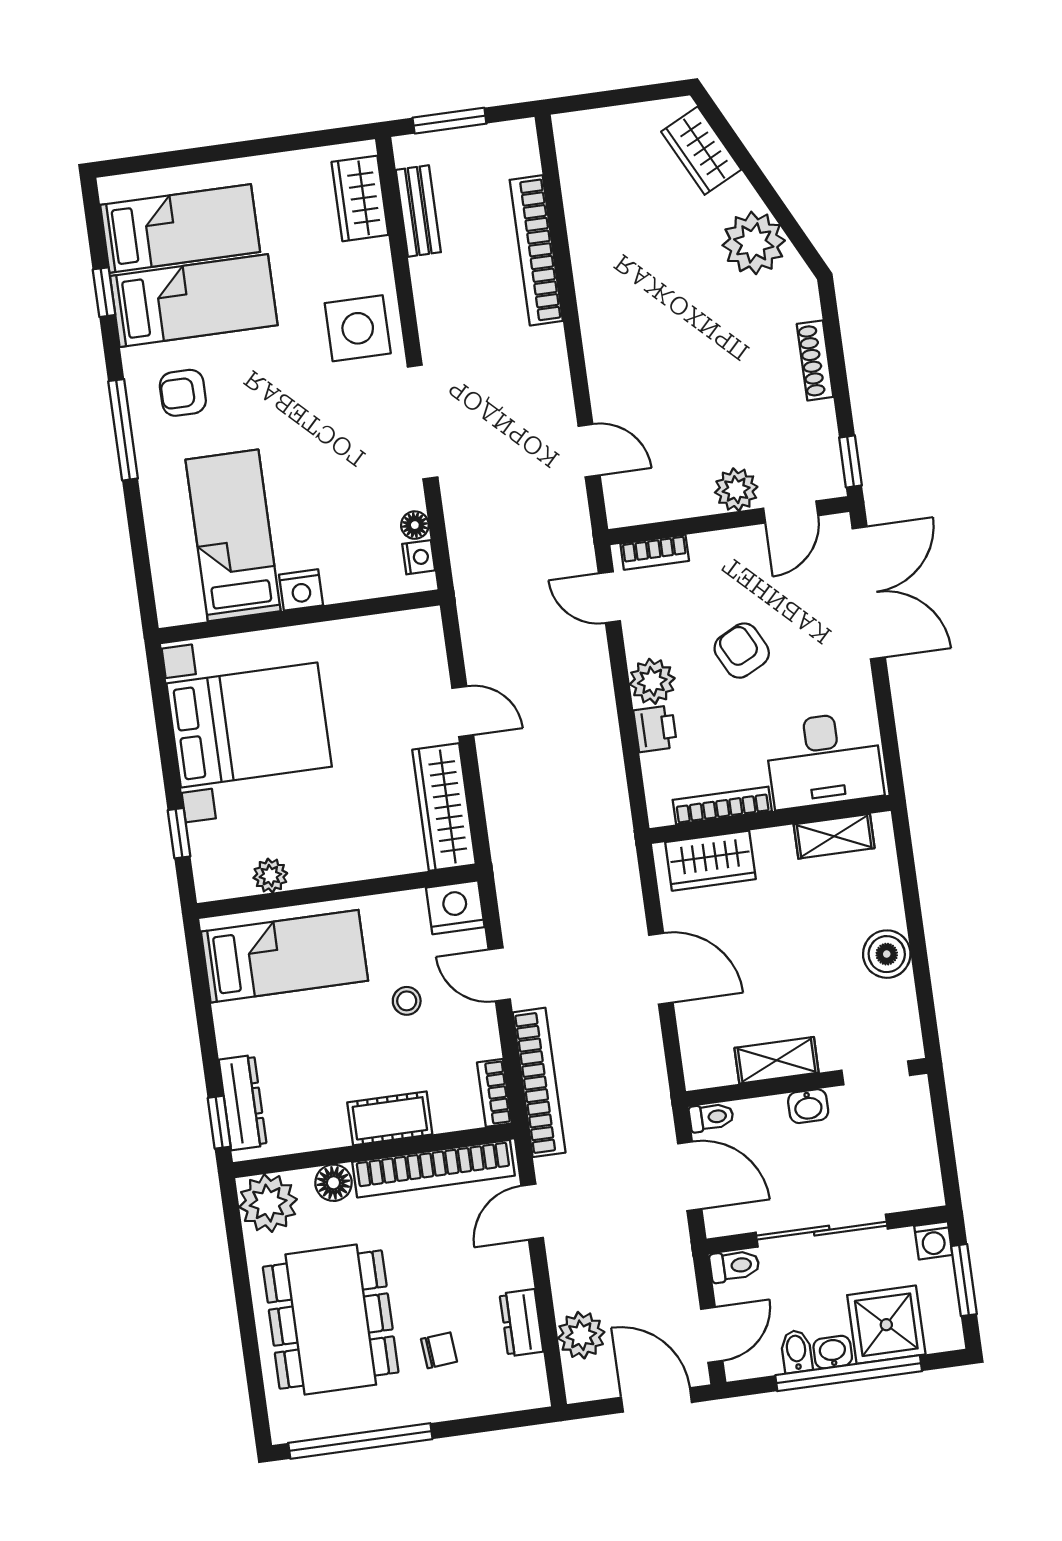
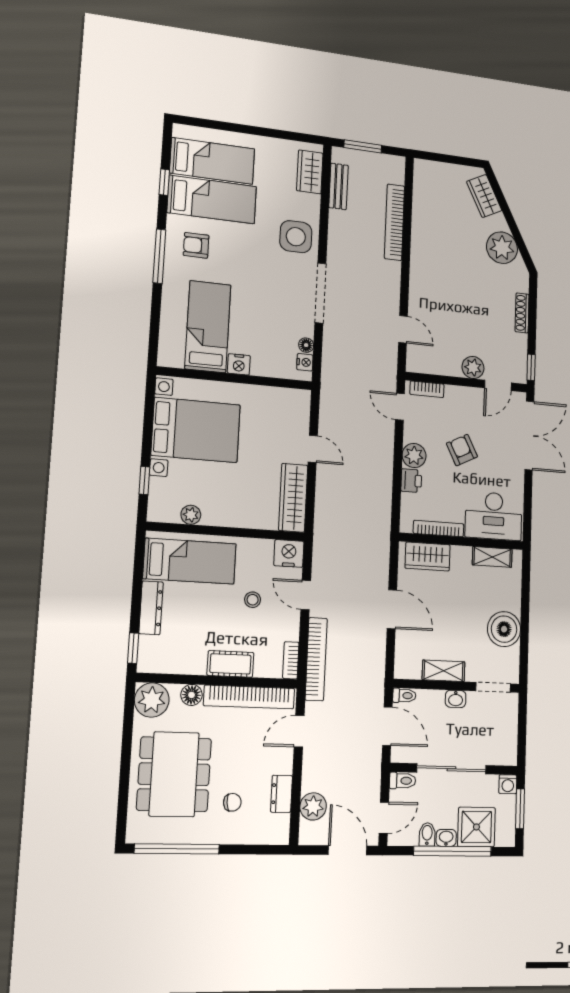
boiler: (887, 954) -> (504, 629), width x1.37, depth x1.37
dresser: (243, 1103) -> (151, 608), moved

